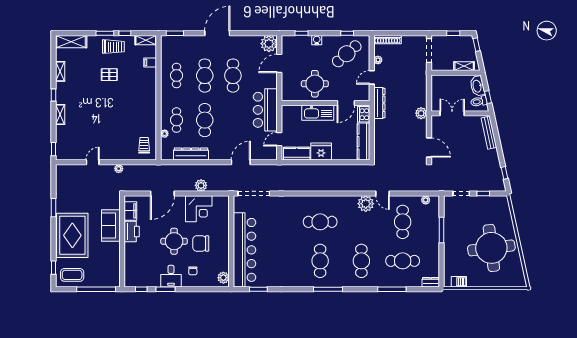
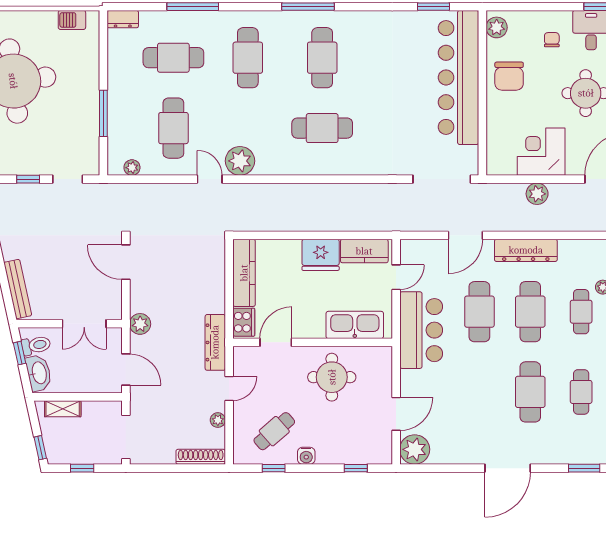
water cooler: (317, 40) -> (306, 456), moved
cafe table: (347, 54) -> (274, 431), width x0.73, depth x0.74
cafe table: (233, 76) -> (479, 312), moved
door: (429, 88) -> (126, 370), added
kitchen sink: (318, 113) -> (355, 325), moved
dresser: (191, 154) -> (526, 250), moved
chair: (201, 243) -> (509, 76), moved, turned 90

